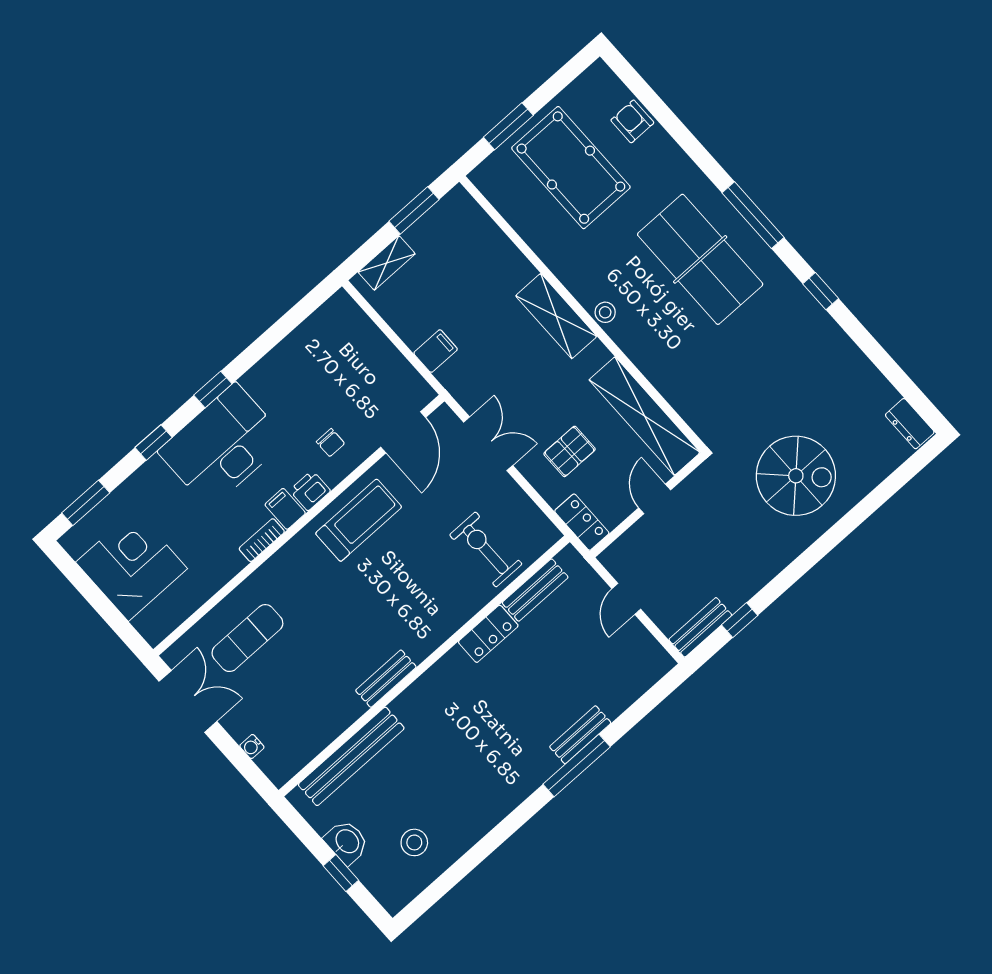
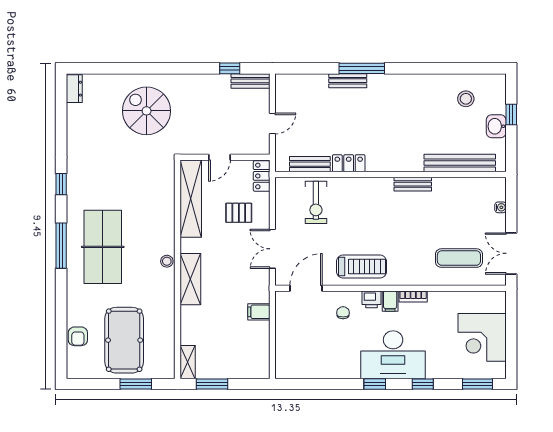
shelving: (387, 263) -> (188, 362), moved, turned 90
treadmill: (359, 520) -> (361, 266), turned 180

